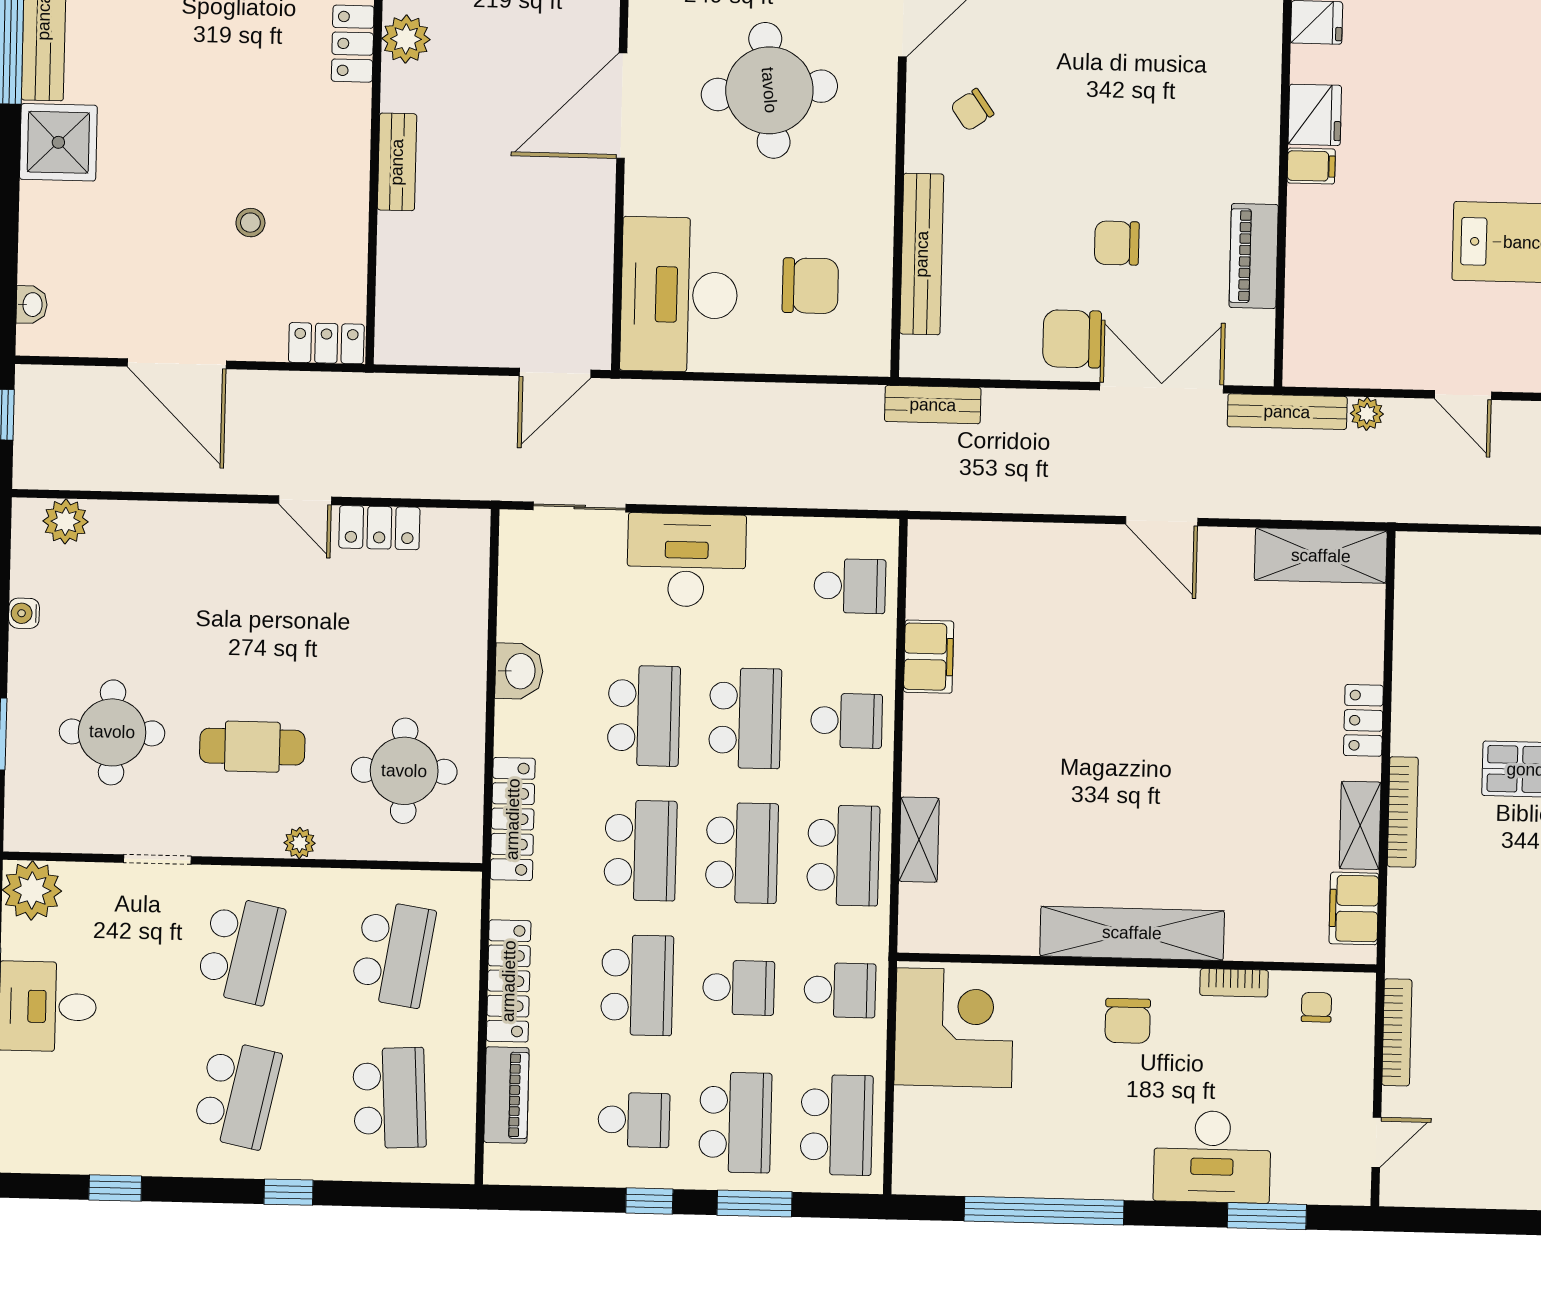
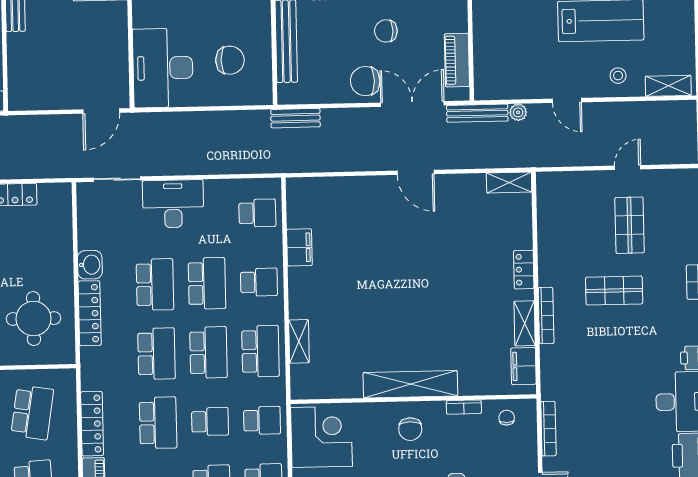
piano: (1254, 256) -> (457, 60), moved
shelving: (1321, 556) -> (509, 182), width x0.67, depth x0.75
locker: (513, 819) -> (90, 313), moved

